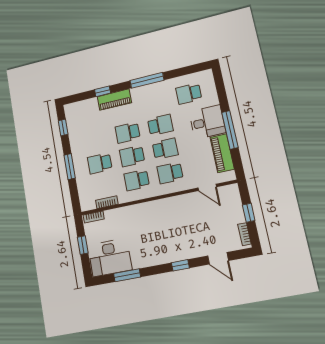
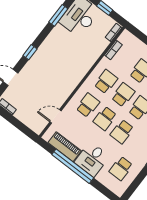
school desk: (189, 94) -> (121, 168), turned 180
window: (230, 130) -> (73, 166), width x1.46
window: (249, 213) -> (16, 122), removed

